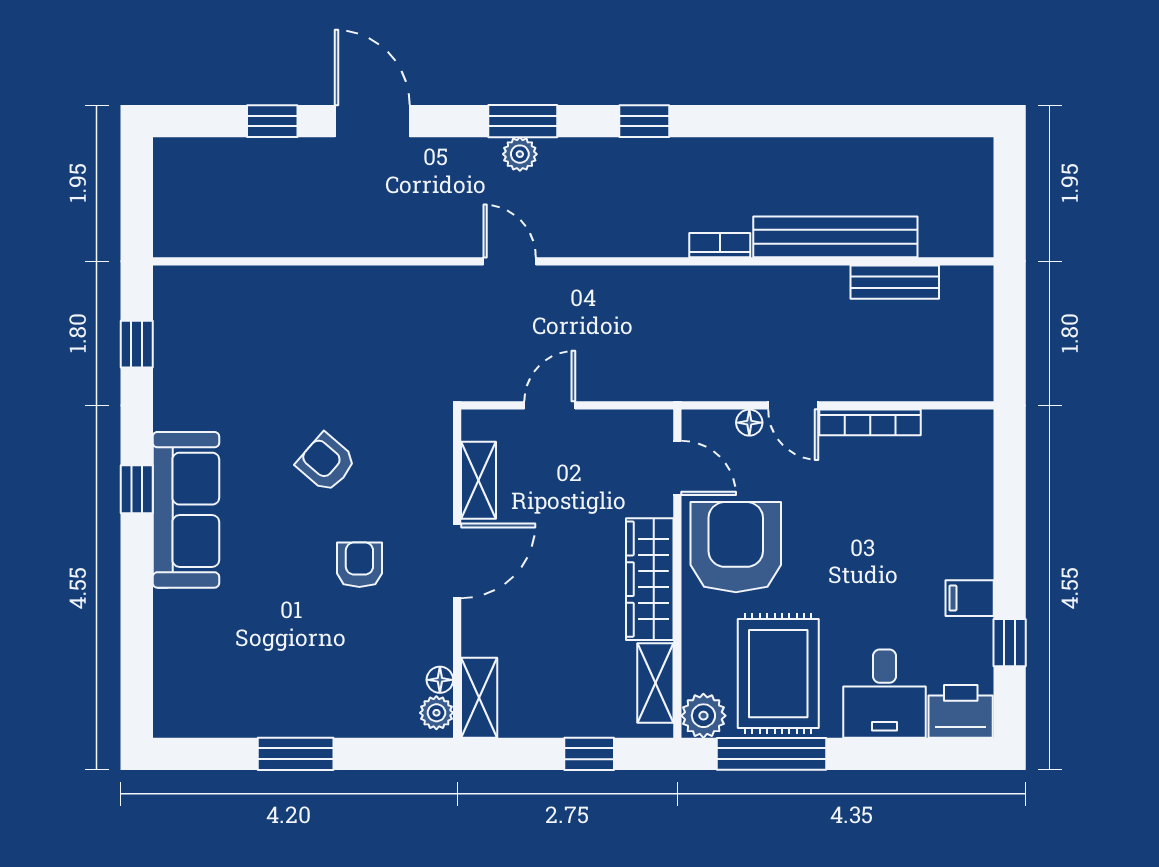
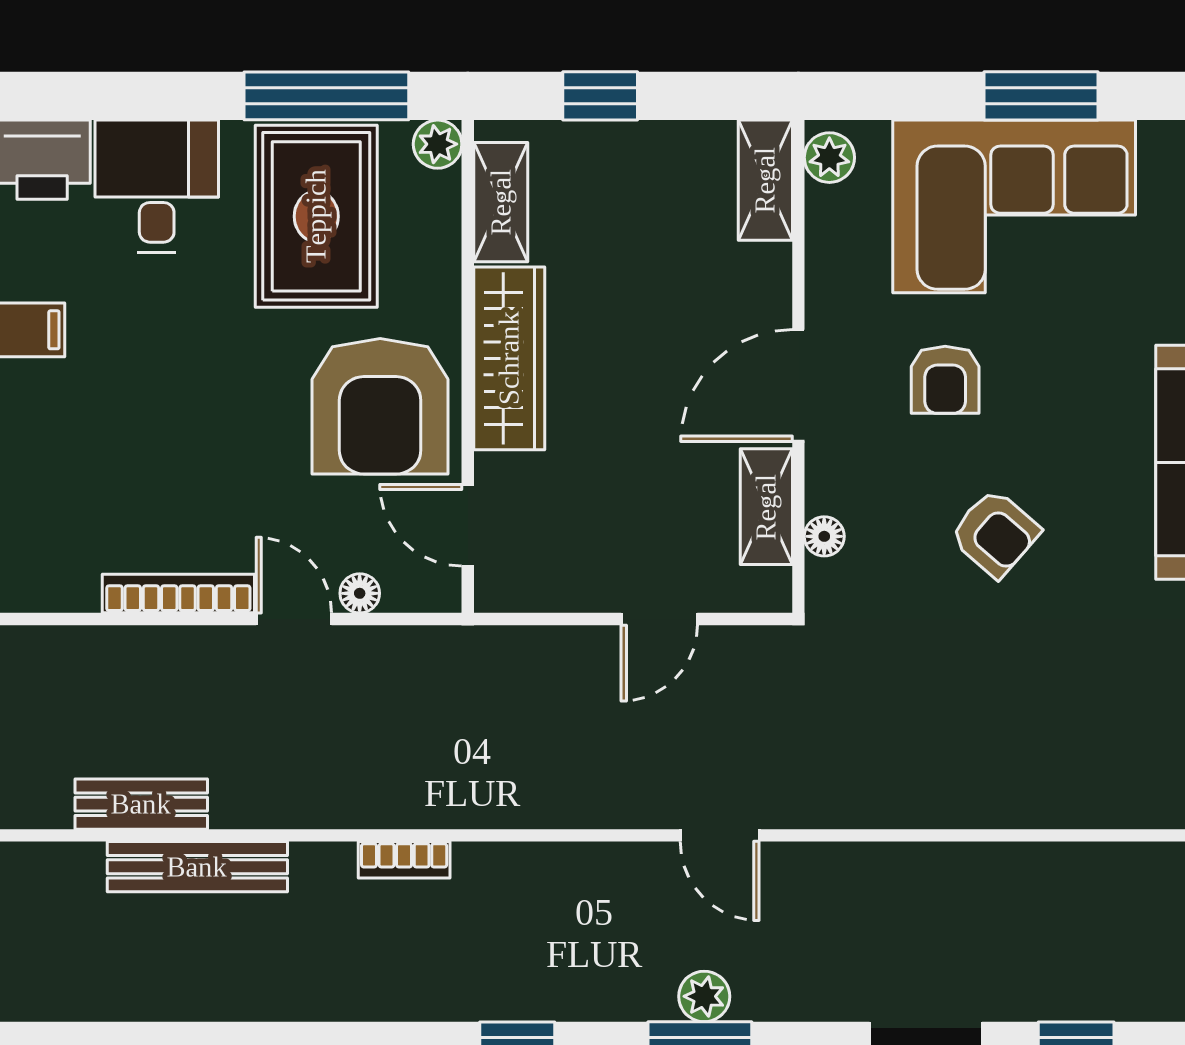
bench: (835, 237) -> (197, 867), width x0.73, depth x0.82
corner sofa: (313, 680) -> (1014, 206), added
floor lamp: (440, 680) -> (824, 536), moved
plant: (703, 716) -> (438, 144), width x0.73, depth x0.73

